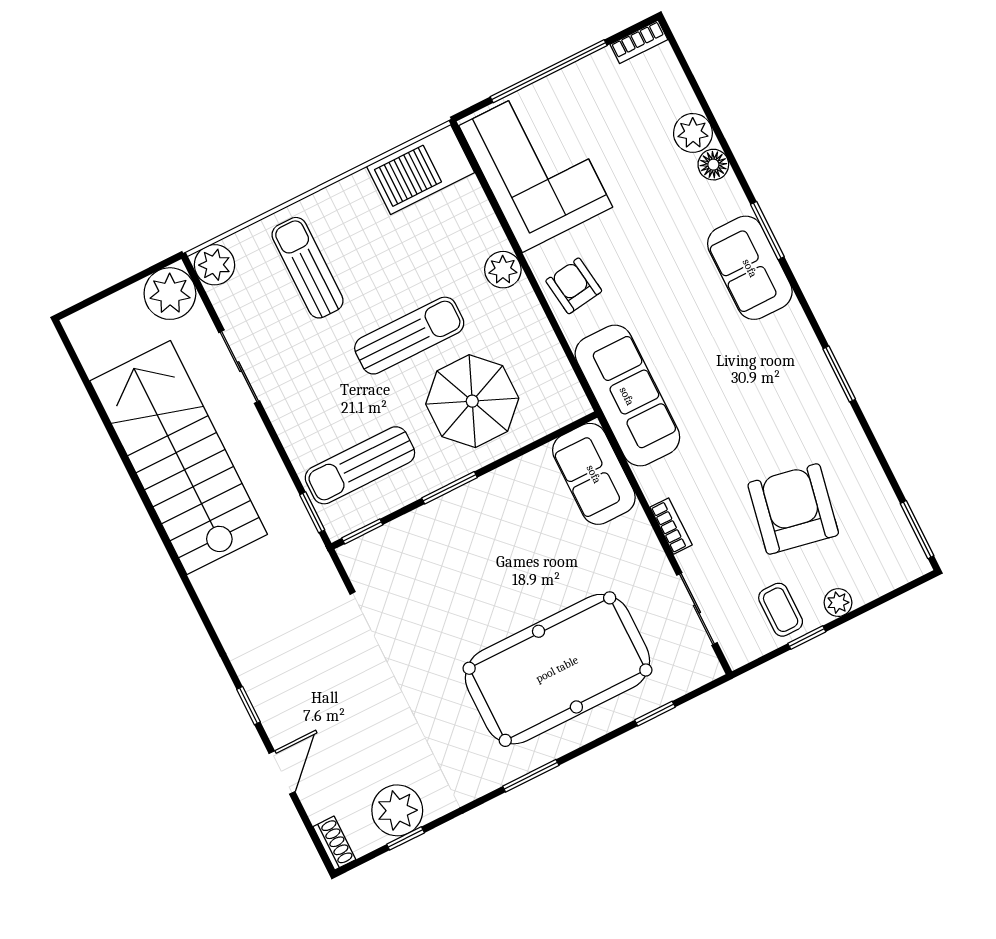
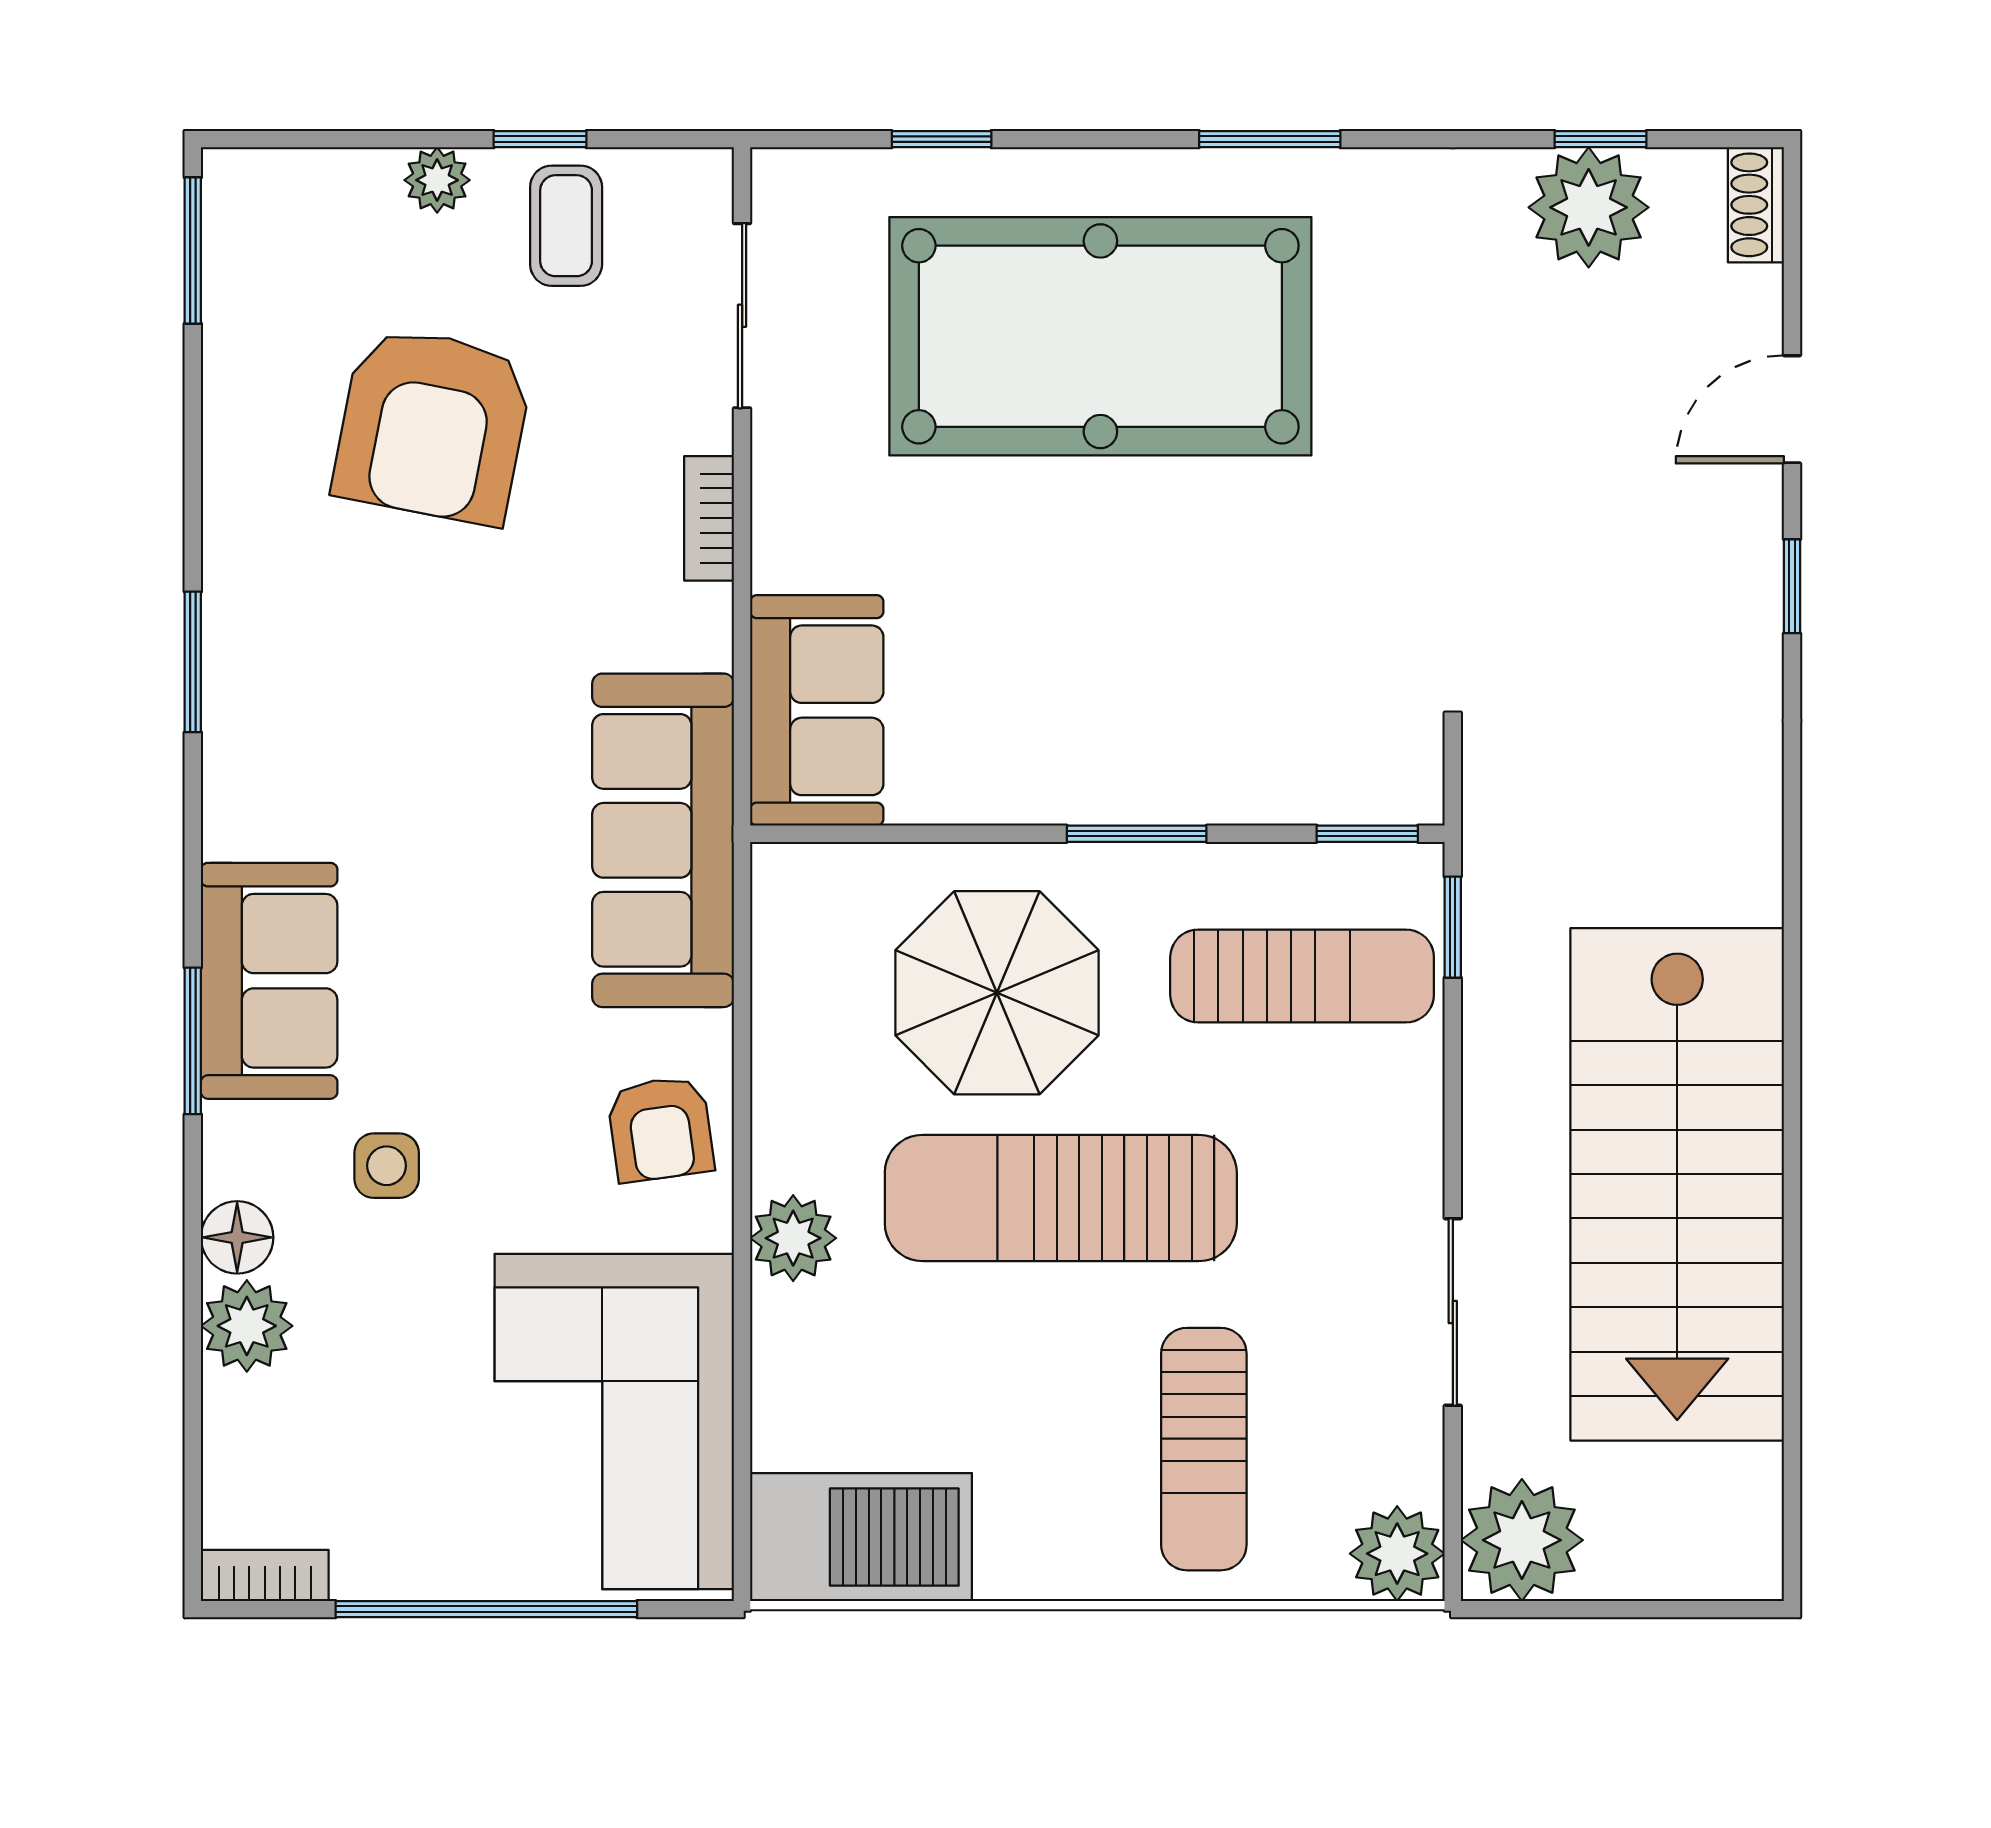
side table: (670, 220) -> (387, 1166), added
sun lounger: (409, 336) -> (1061, 1198), width x1.36, depth x1.34

